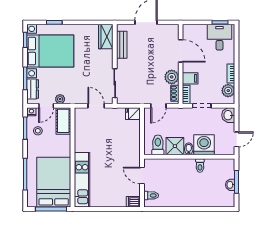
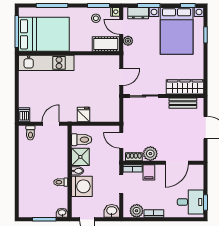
wardrobe: (106, 36) -> (185, 87), width x1.50
fridge: (133, 114) -> (83, 114), moved
washbasin: (230, 185) -> (62, 213), moved

